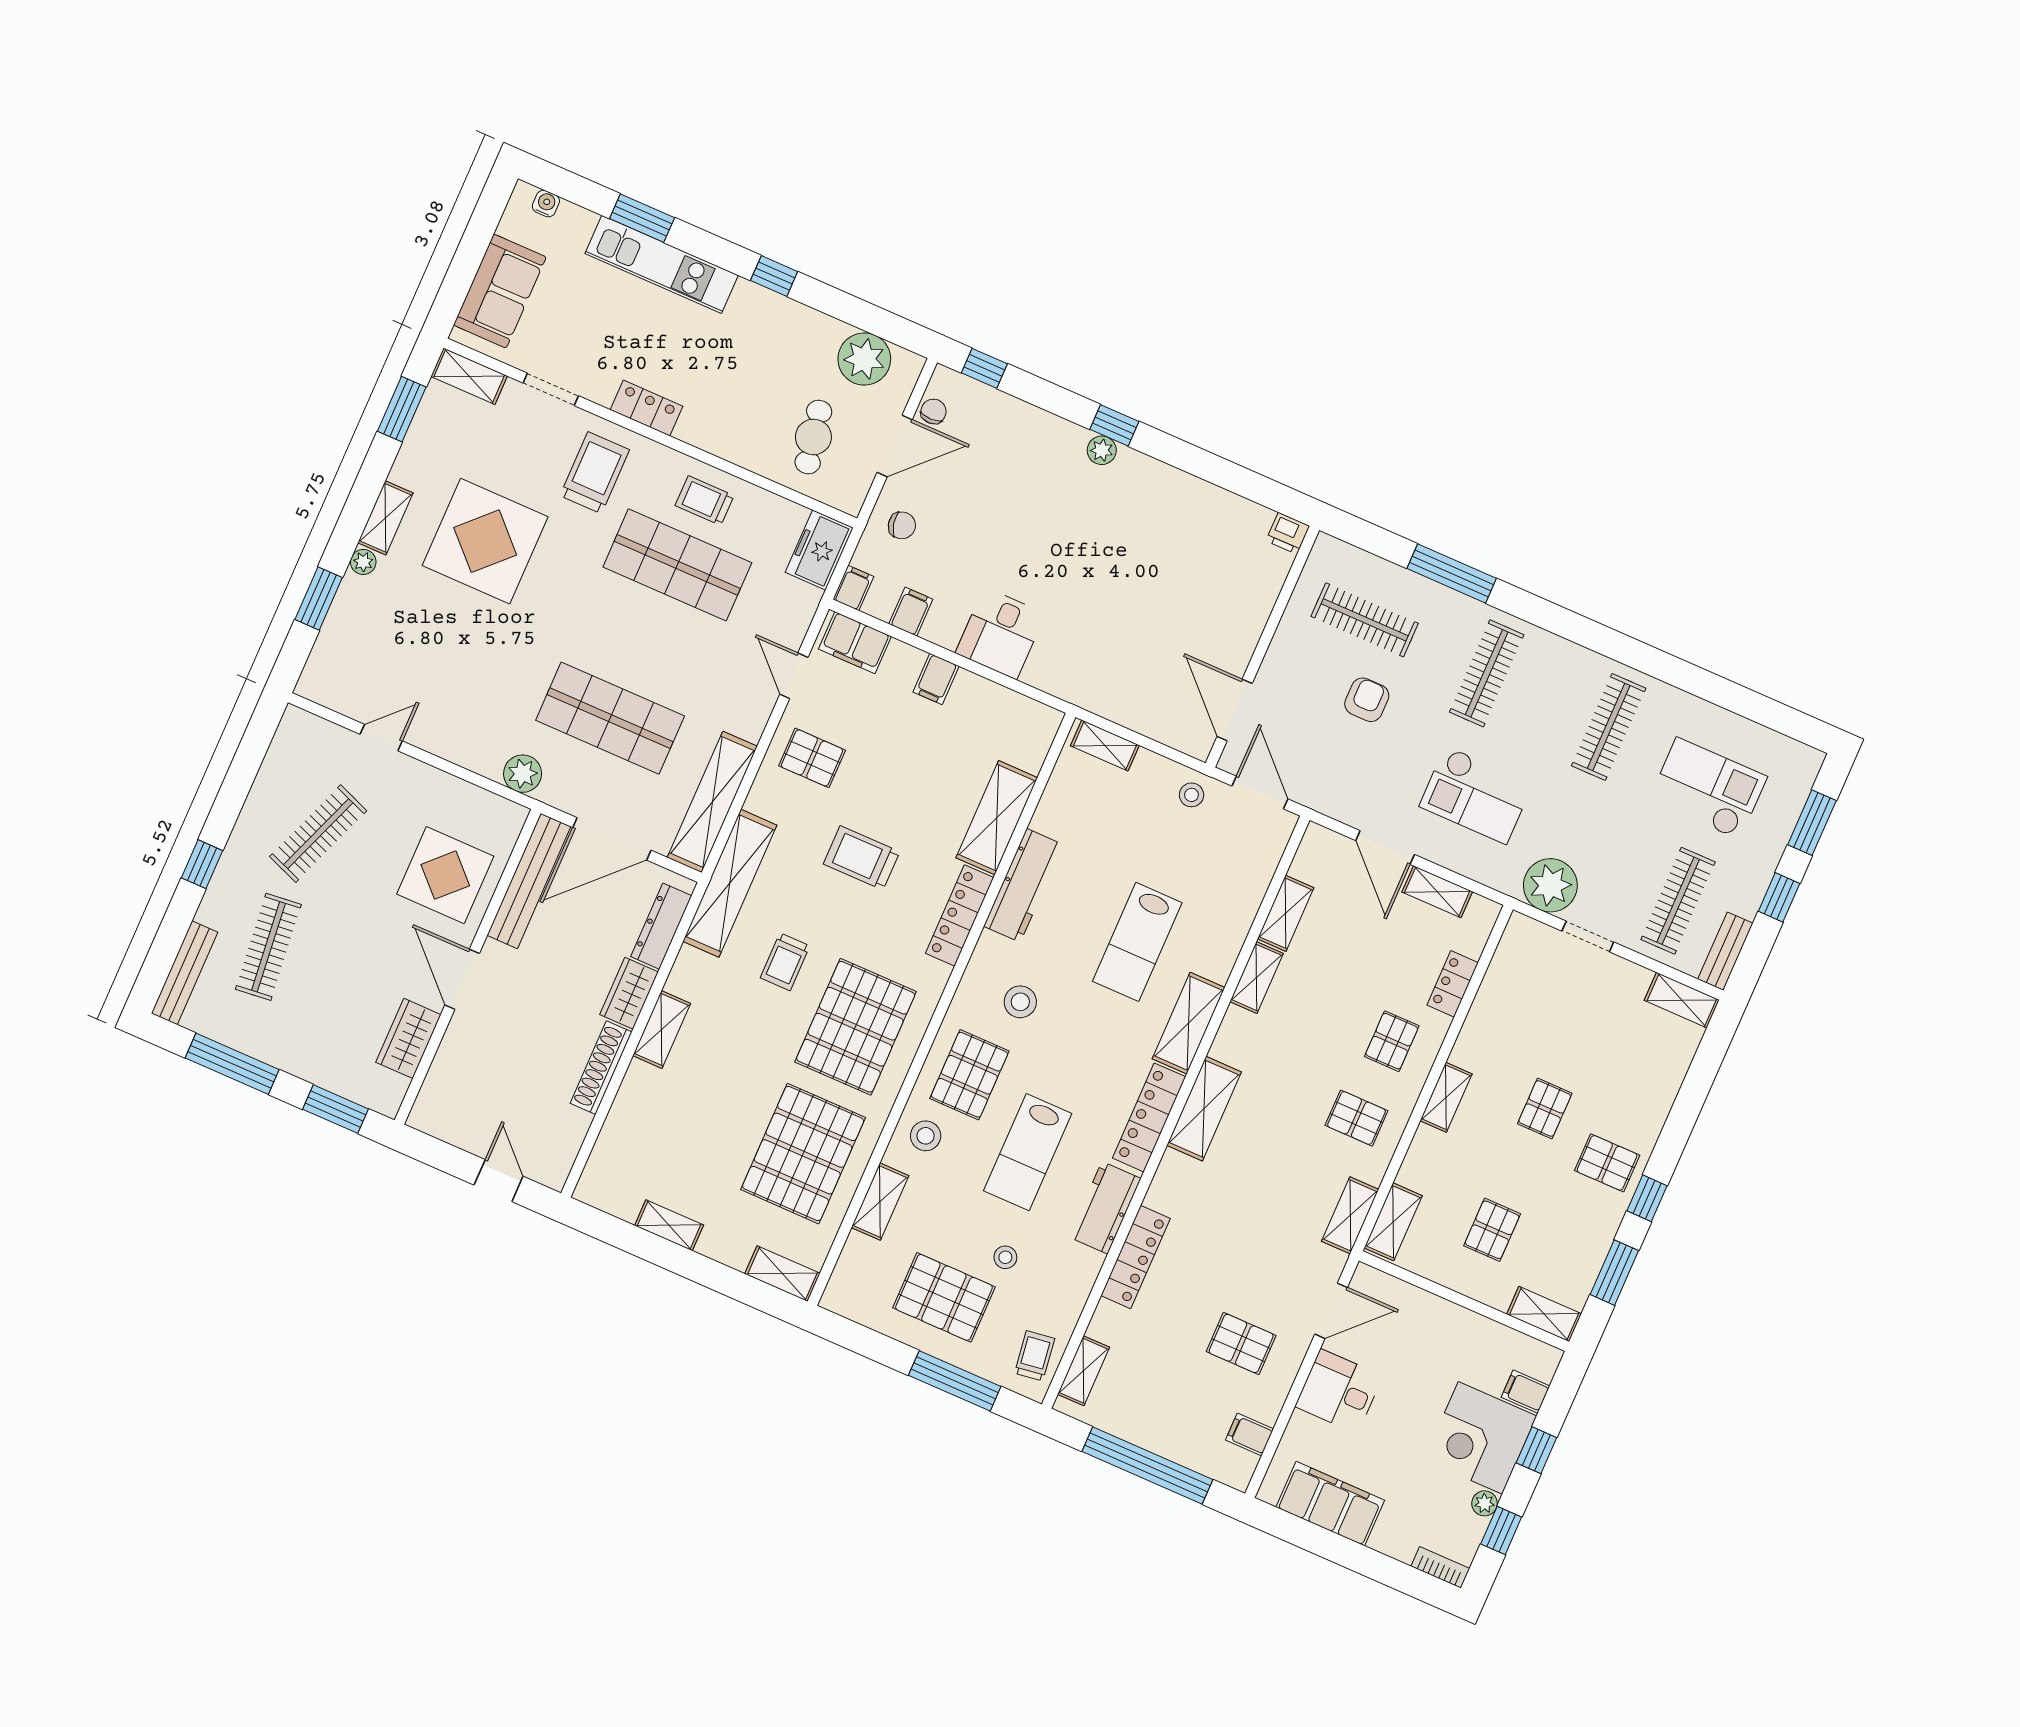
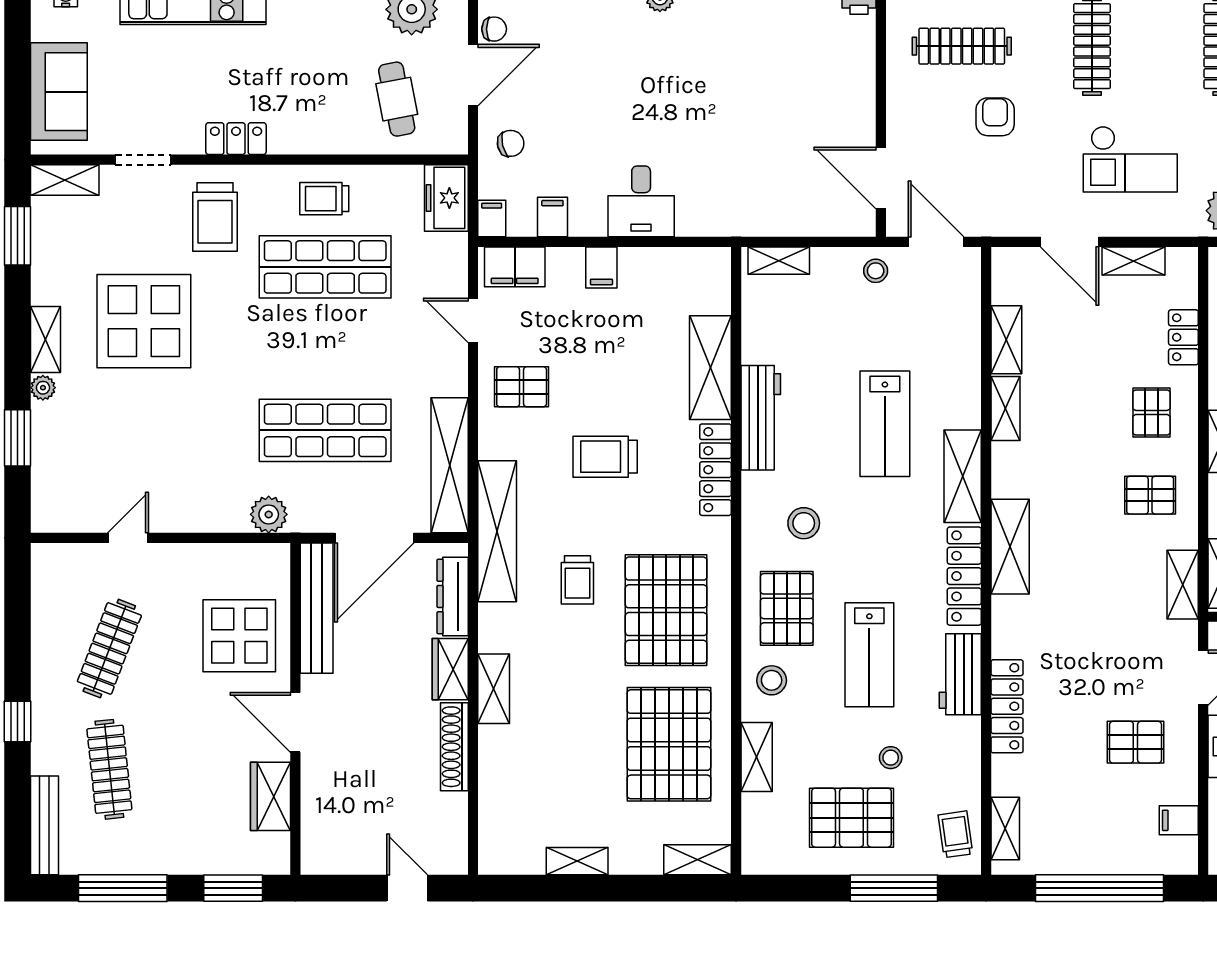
chair: (933, 411) -> (494, 29), turned 91
trolley: (595, 473) -> (215, 217), turned 180

